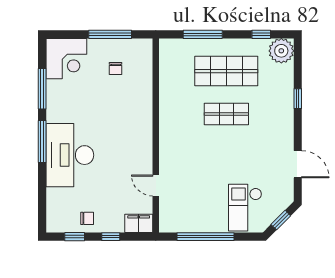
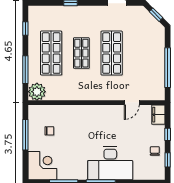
plant: (281, 51) -> (37, 92), moved
shop shelf: (226, 157) -> (112, 53), added
checkout: (245, 208) -> (147, 40), removed

